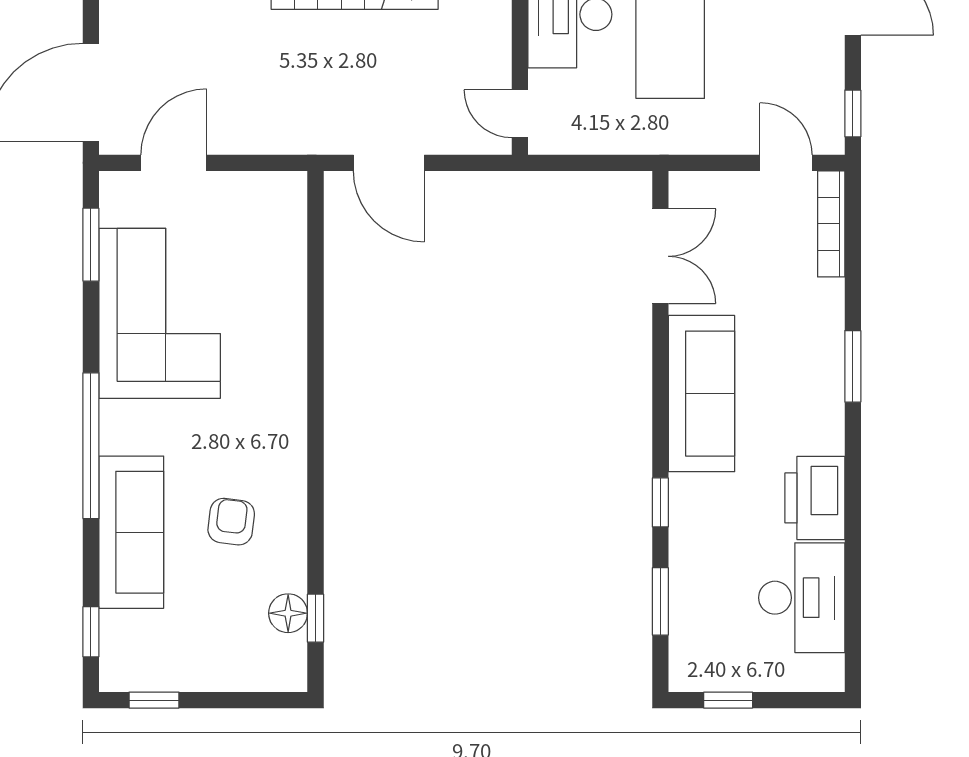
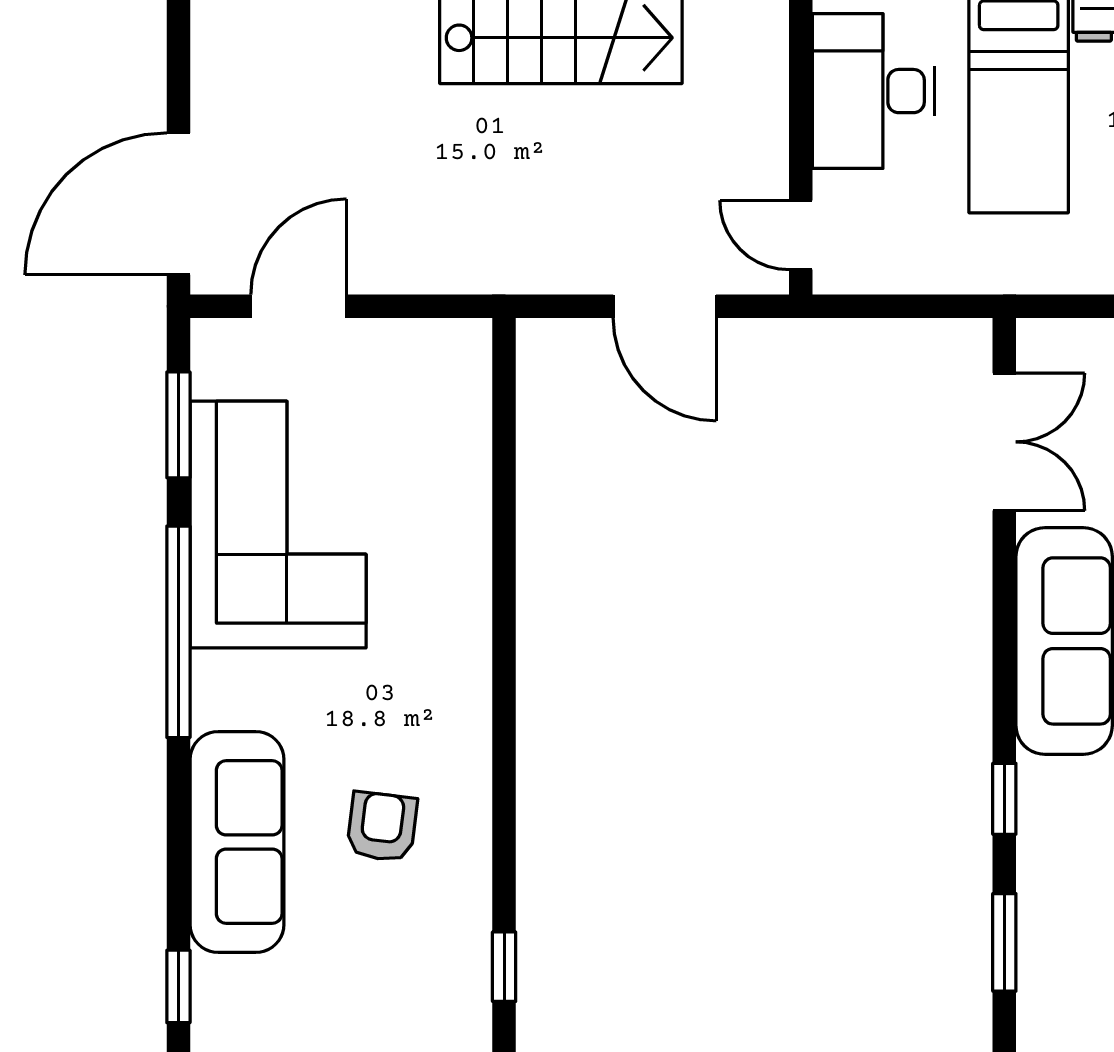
door: (389, 163) -> (665, 306), moved
window: (91, 446) -> (178, 632), moved
floor lamp: (288, 613) -> (464, 960), removed

